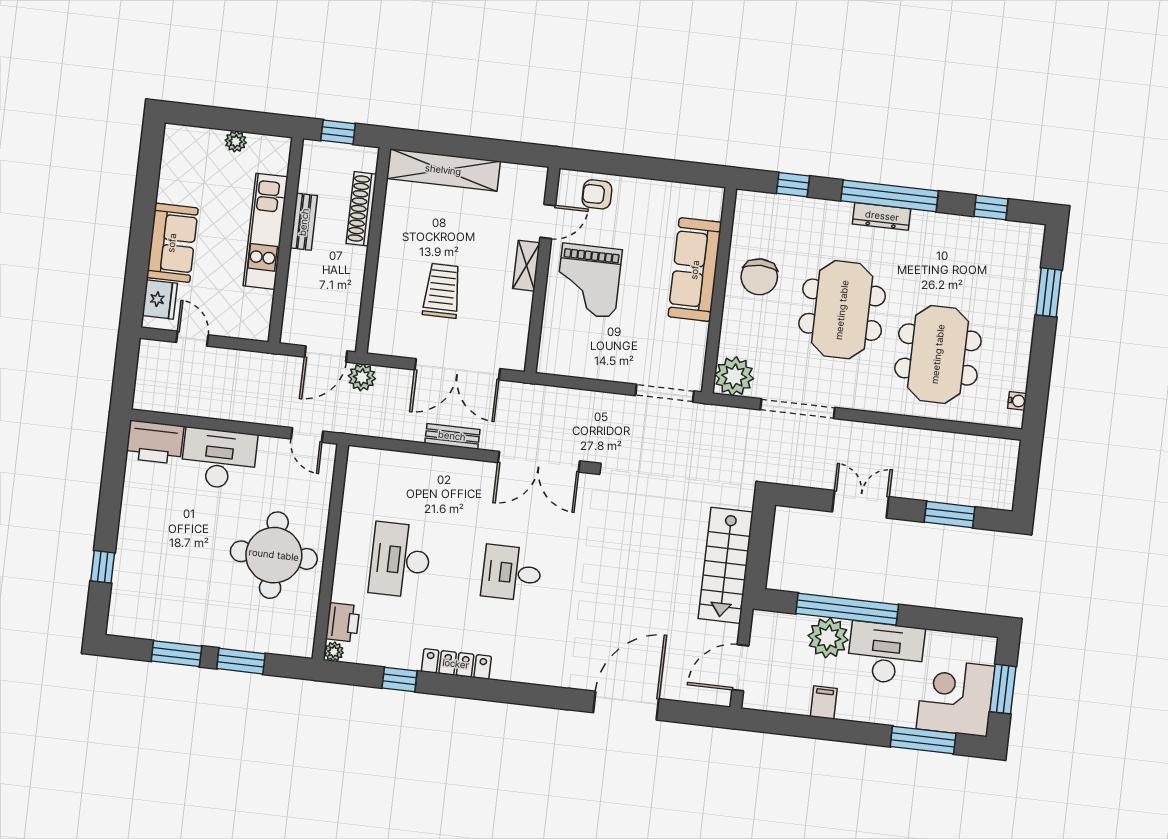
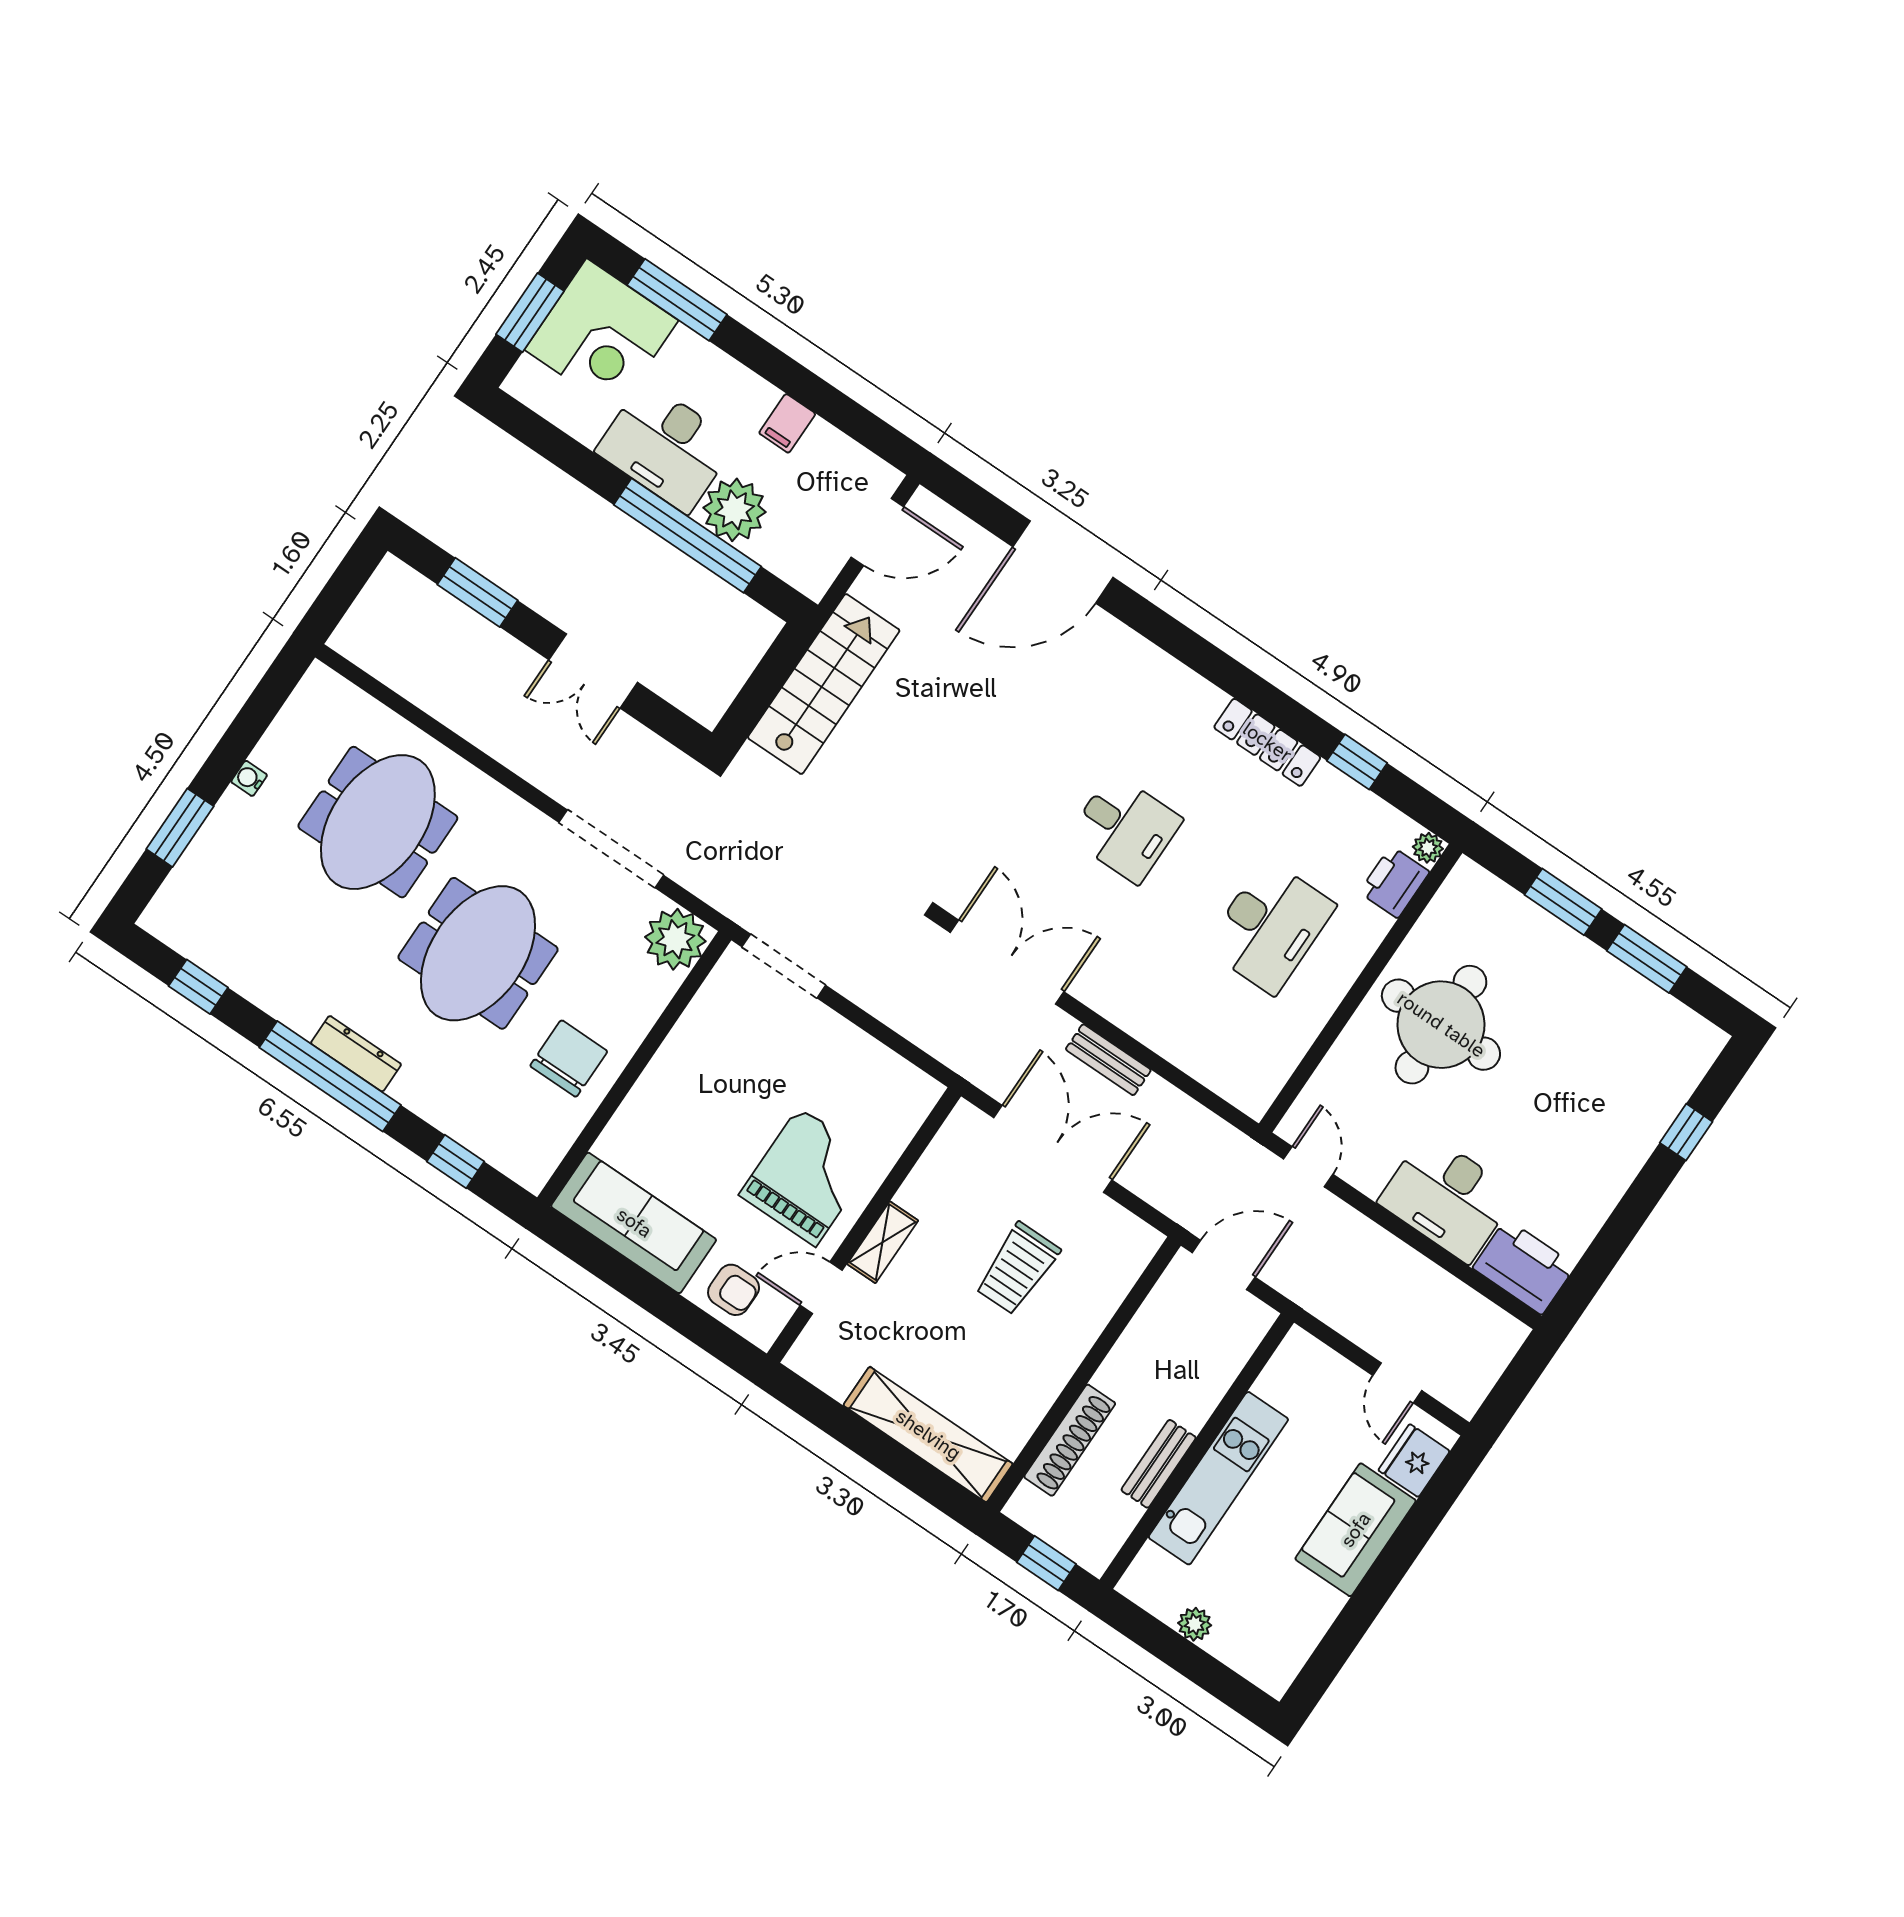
sofa: (695, 270) -> (634, 1223), moved, turned -90
plant: (362, 377) -> (1191, 1207), removed
water cooler: (1017, 401) -> (249, 778), moved

